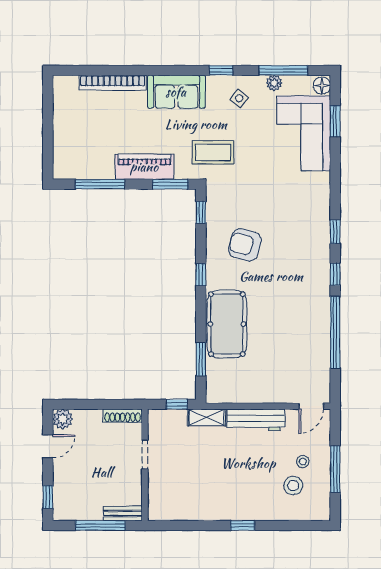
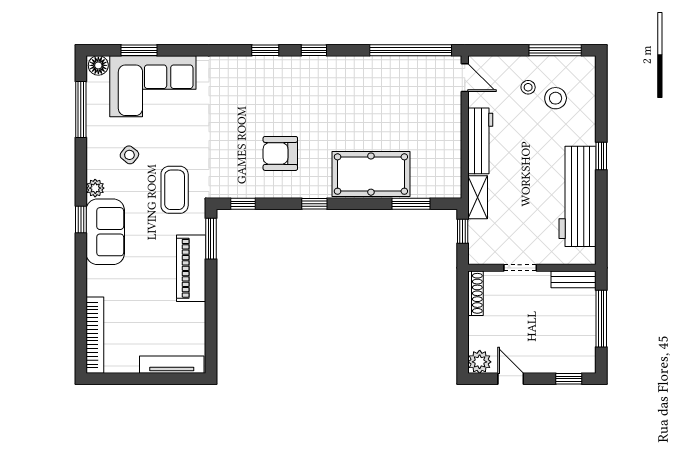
window: (221, 70) -> (81, 220), moved
bookcase: (113, 83) -> (95, 335), moved
plant: (274, 83) -> (95, 188), moved
side table: (239, 98) -> (129, 155), moved
tv unit: (60, 150) -> (172, 365), added
window: (100, 184) -> (211, 319), removed
armchair: (245, 245) -> (280, 153), turned 75
window: (335, 332) -> (411, 50), moved
window: (335, 469) -> (555, 50), moved
workbench: (207, 505) -> (578, 196), added
bench: (123, 514) -> (573, 279), moved, turned 90

